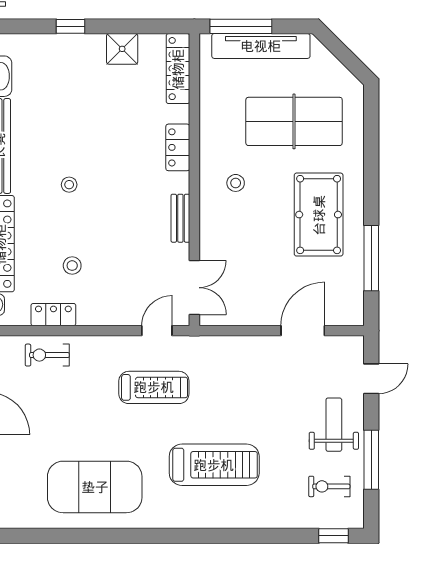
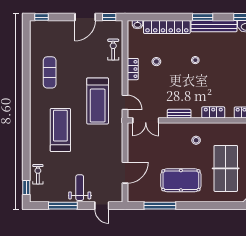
locker: (53, 315) -> (133, 69), moved
door: (303, 331) -> (125, 173), hinge flipped
treadmill: (154, 387) -> (98, 101), width x1.37, depth x1.38
weight bench: (334, 425) -> (80, 188), turned -90
treadmill: (214, 465) -> (60, 130), turned 180
exercise bike: (329, 486) -> (38, 174), moved
exercise mat: (95, 487) -> (50, 72), width x0.50, depth x0.69

